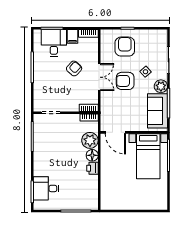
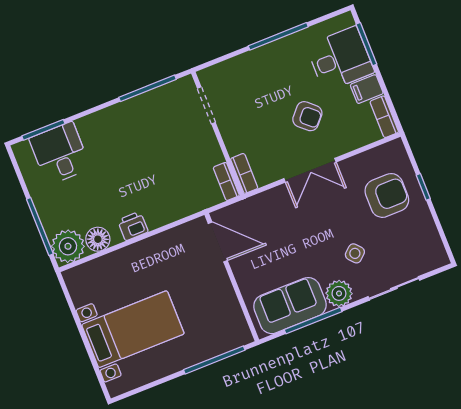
armchair: (125, 81) -> (322, 222), removed
door: (115, 132) -> (218, 242), swing flipped
plant: (90, 140) -> (68, 246), moved
floor lamp: (92, 155) -> (98, 239), moved
bed with nightstands: (148, 156) -> (133, 329), moved, turned 180

